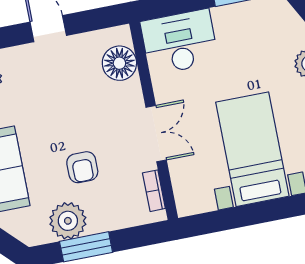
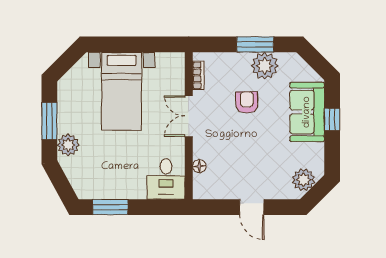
desk: (180, 42) -> (166, 179), width x0.73
floor lamp: (119, 63) -> (199, 166), width x0.53, depth x0.53

